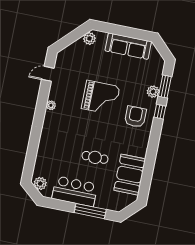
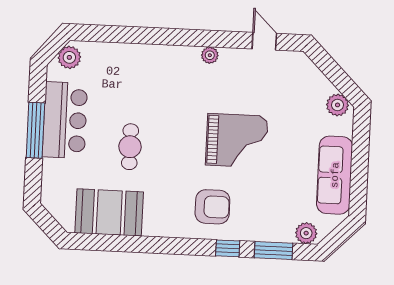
plant: (153, 92) -> (306, 233), moved
grand piano: (101, 98) -> (237, 141), turned -90
window: (90, 211) -> (35, 130), moved

